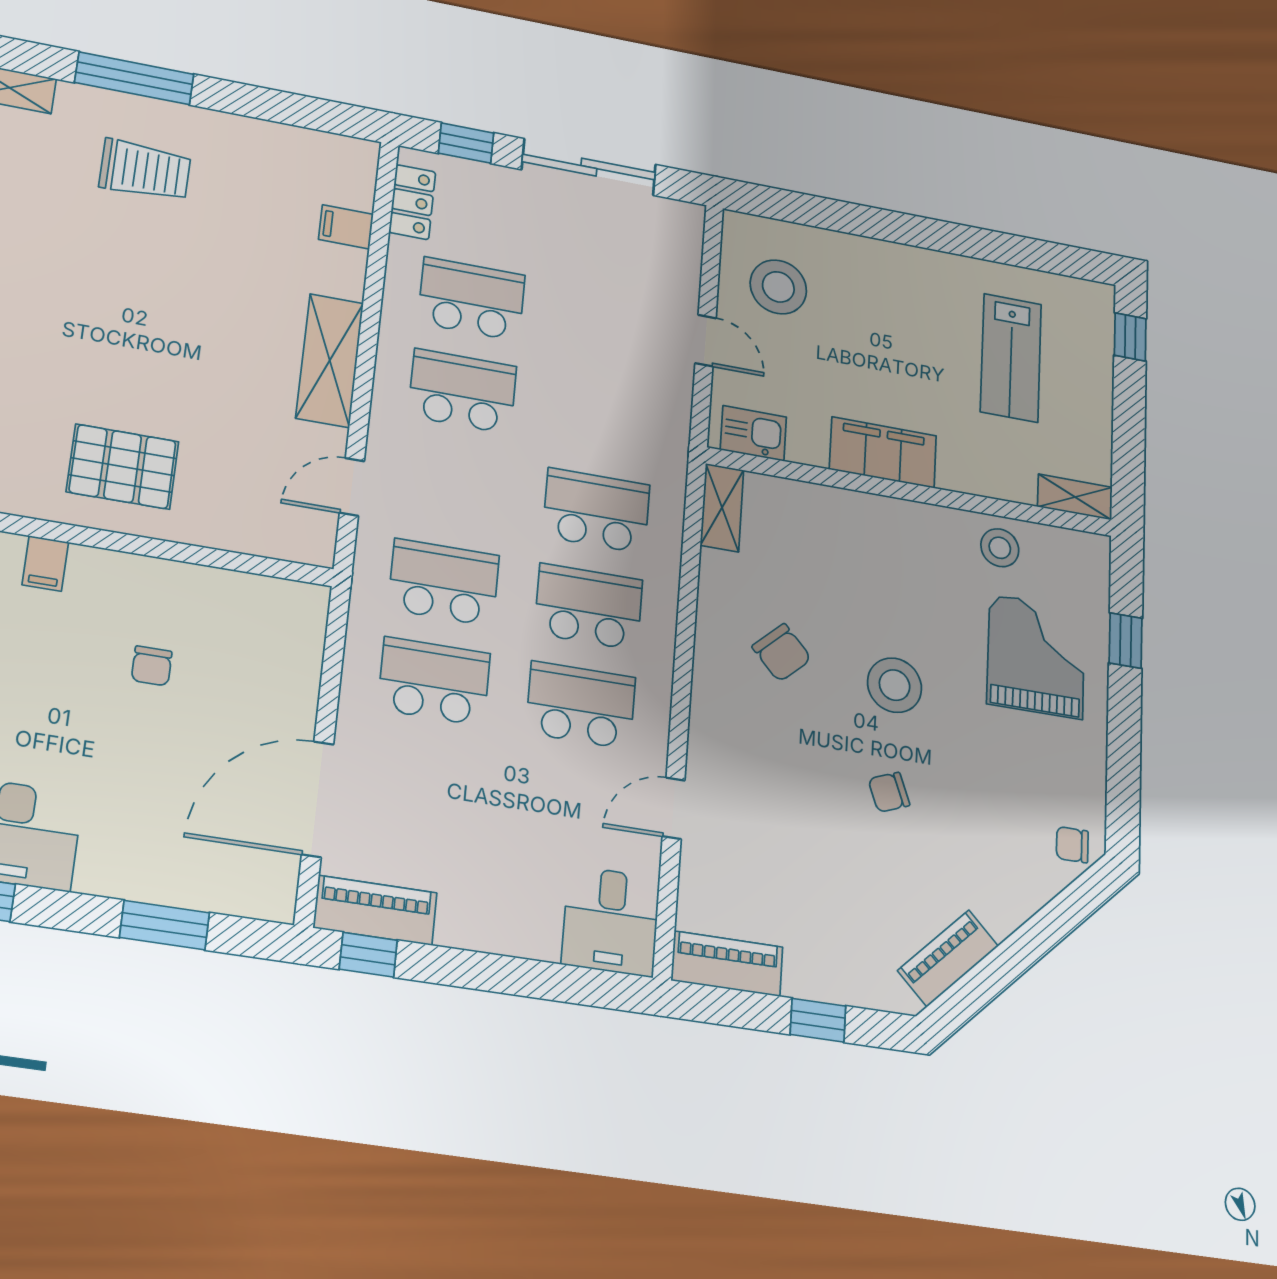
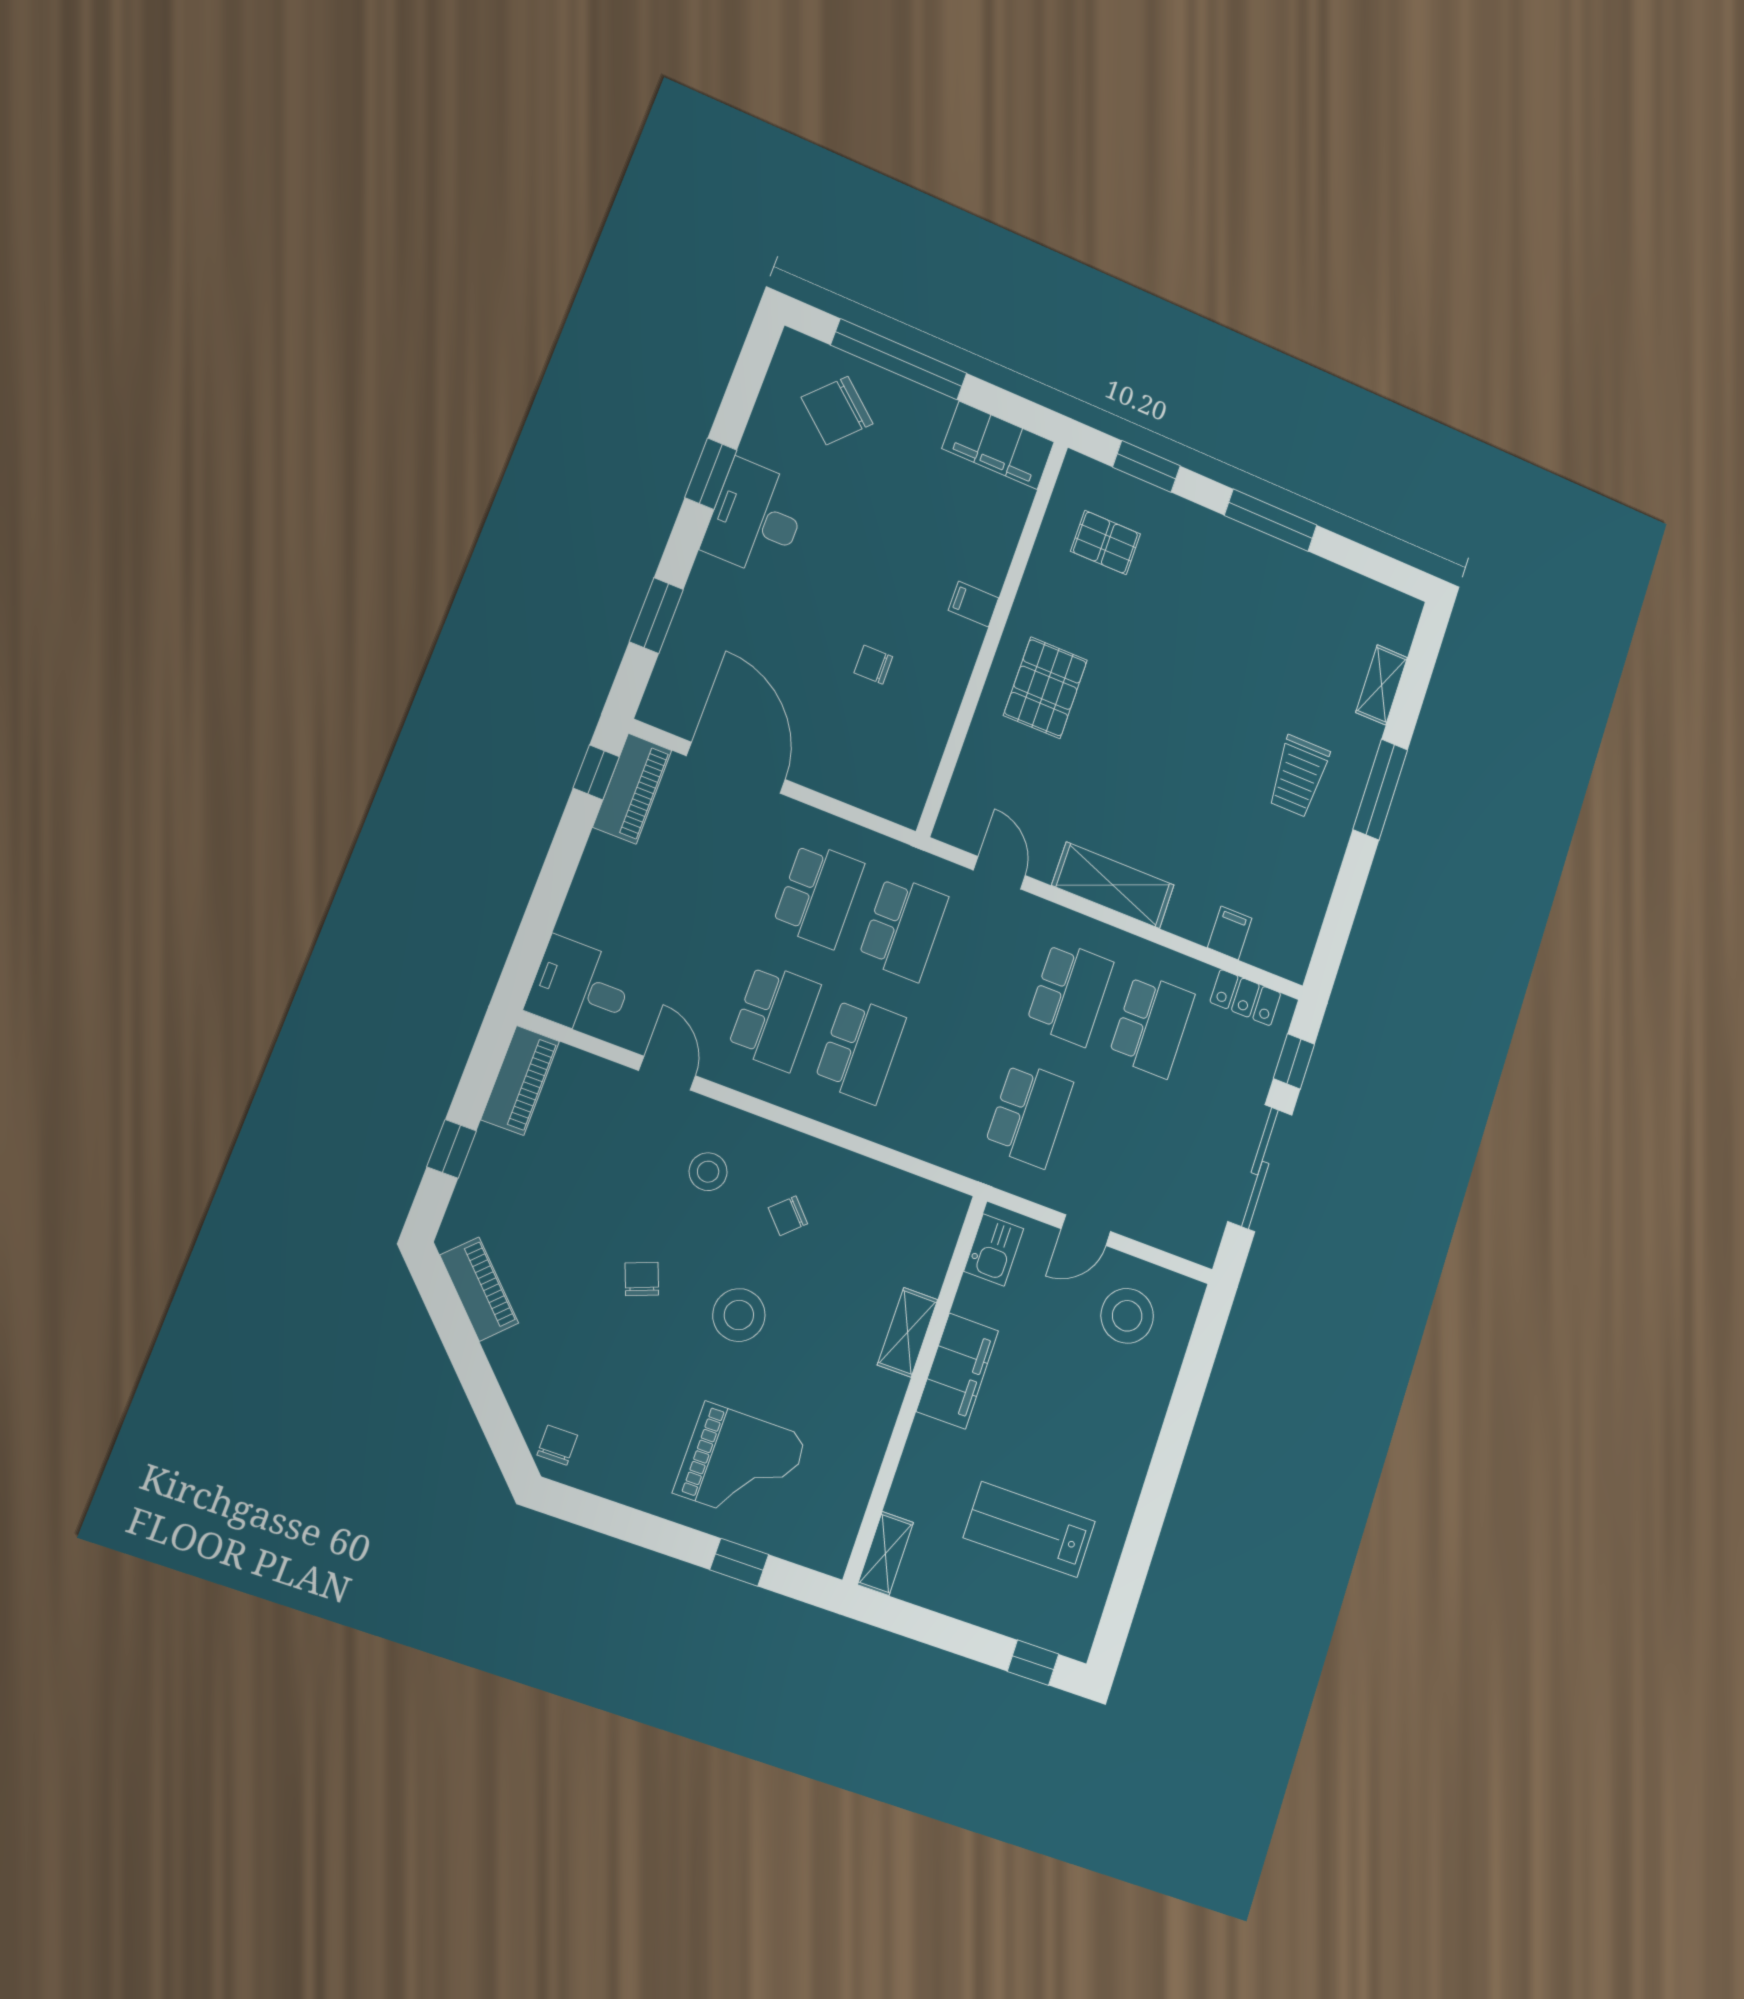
shelving: (722, 508) -> (907, 1332), moved, turned 90
school desk: (596, 511) -> (1029, 1114), moved
stool: (1000, 548) -> (708, 1172), moved
chair: (782, 653) -> (788, 1216), width x0.73, depth x0.73

